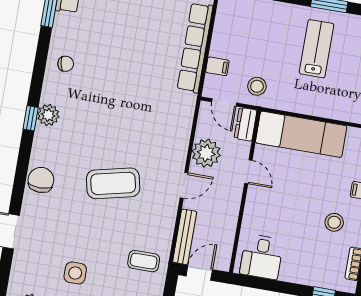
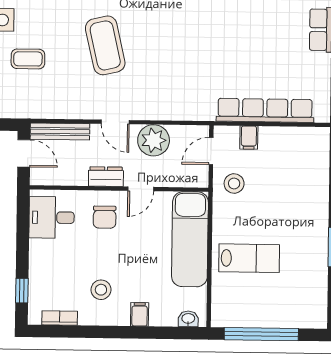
lab bench: (317, 49) -> (249, 258), moved
dresser: (246, 124) -> (106, 177), moved
chair: (269, 209) -> (105, 217), added
coffee table: (144, 261) -> (28, 59), moved, turned 90

